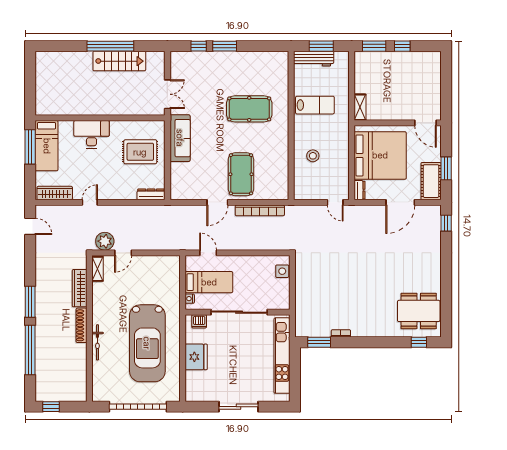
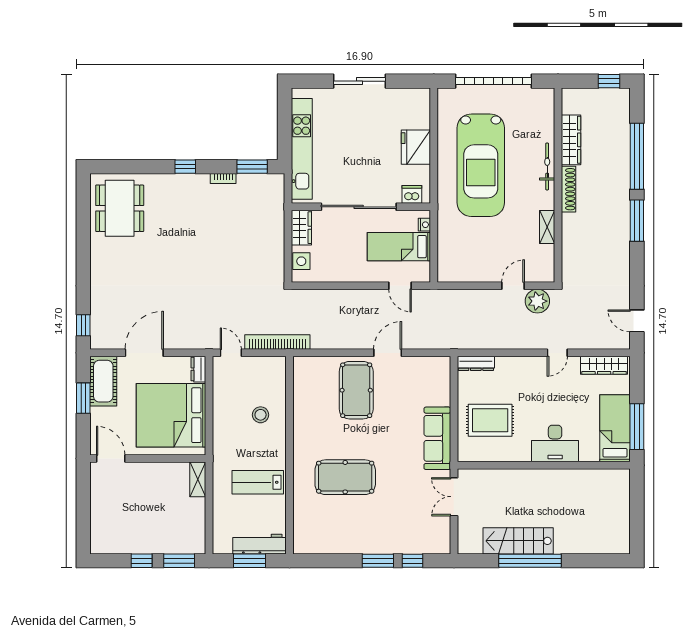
bookcase: (260, 210) -> (277, 342), moved
shelving: (97, 269) -> (547, 227), moved
wardrobe: (80, 288) -> (571, 140), moved
wardrobe: (282, 296) -> (301, 228), added
dining table: (419, 311) -> (120, 208), turned 90
window: (419, 342) -> (185, 167), moved
car: (147, 343) -> (481, 165), turned 180

